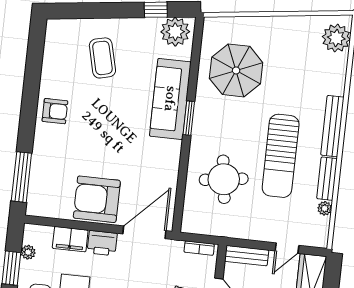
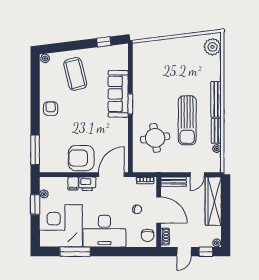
plant: (175, 32) -> (45, 58), moved, width x0.53, depth x0.53
coffee table: (102, 58) -> (75, 74), width x1.36, depth x1.32
parasol: (236, 70) -> (155, 73), removed
armchair: (55, 111) -> (51, 109), turned -90
filing cabinet: (70, 239) -> (73, 183), width x0.50

